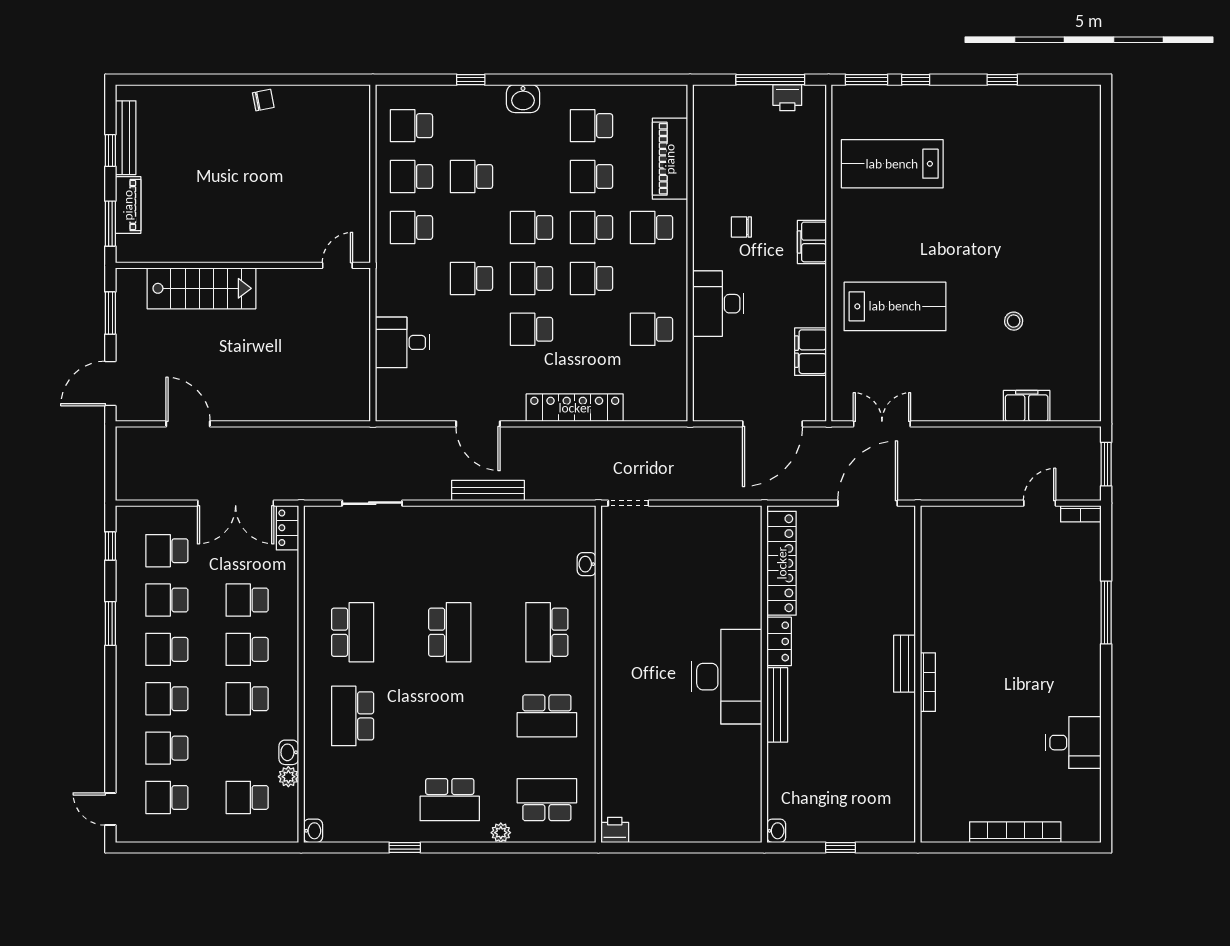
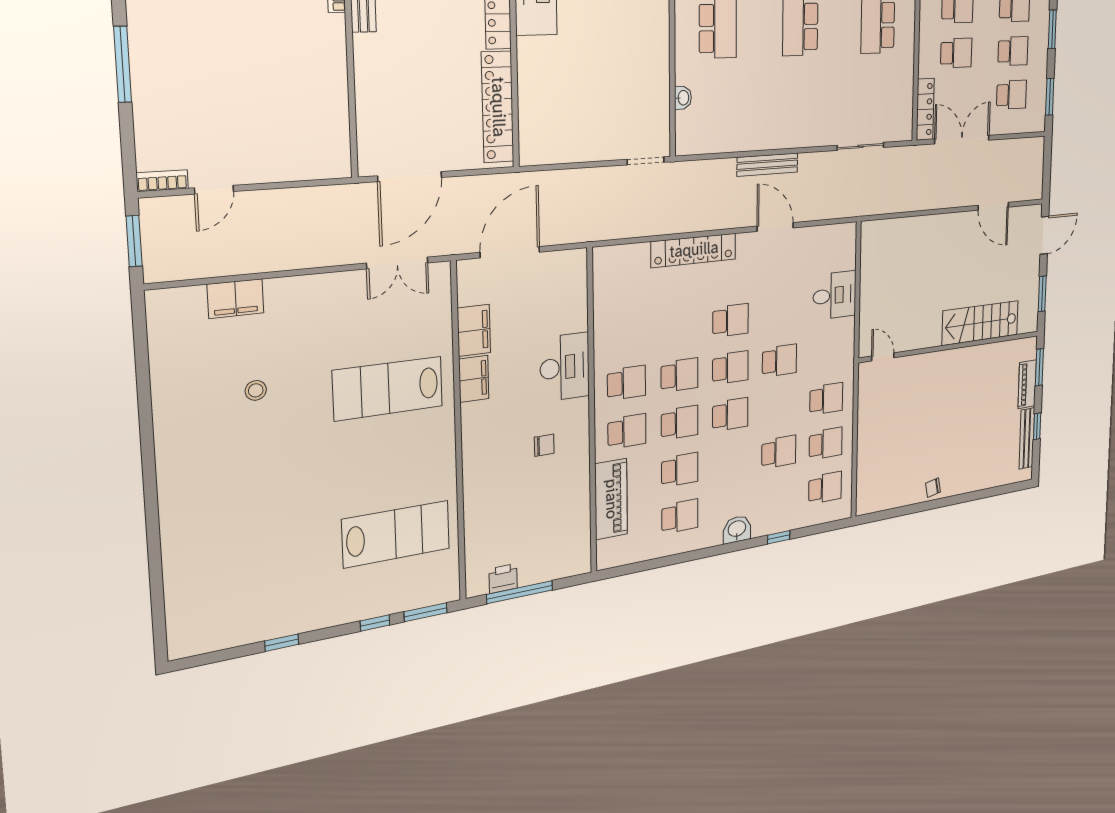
filing cabinet: (812, 242) -> (474, 379), moved
door: (337, 265) -> (883, 357), swing flipped
school desk: (652, 329) -> (626, 383), moved
locker: (287, 528) -> (925, 109), width x1.53
window: (110, 546) -> (1050, 97), width x1.50

